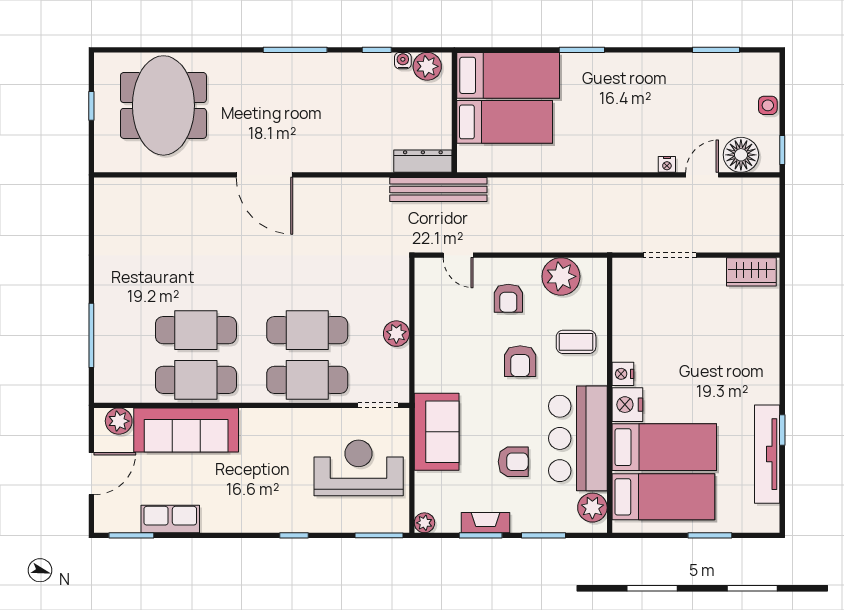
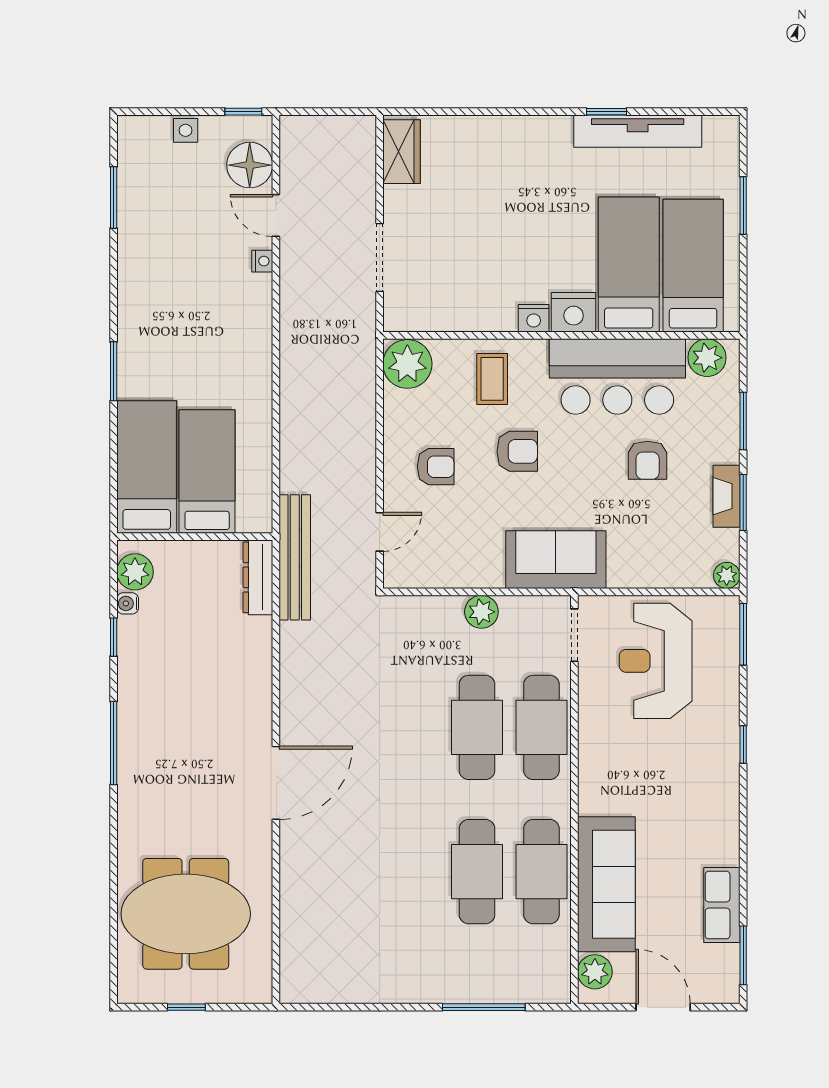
plant: (561, 276) -> (407, 364), moved
sofa: (437, 432) -> (556, 560), moved
armchair: (513, 462) -> (648, 460), turned 180

